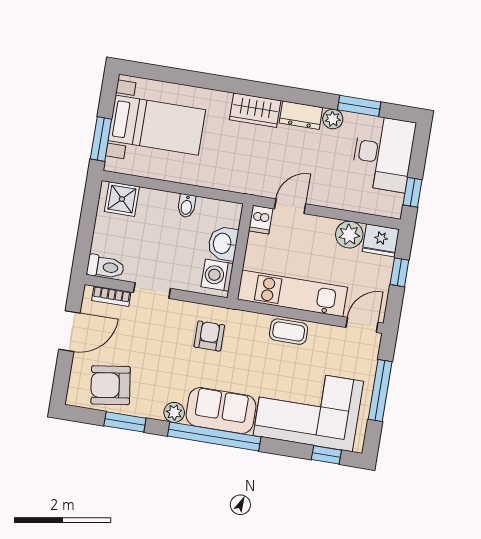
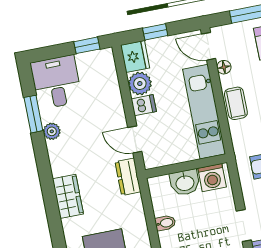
dresser: (301, 115) -> (128, 177), moved, turned 180
desk: (383, 153) -> (56, 82), width x0.73
dishwasher: (261, 220) -> (144, 105), moved
floor lamp: (333, 333) -> (224, 67), added

